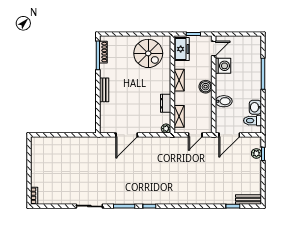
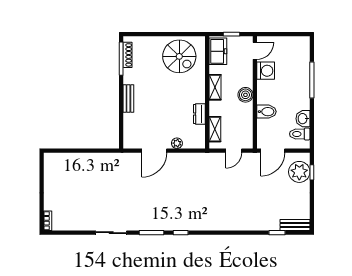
plant: (166, 129) -> (177, 143), moved
plant: (256, 153) -> (299, 172), width x1.88, depth x1.88

